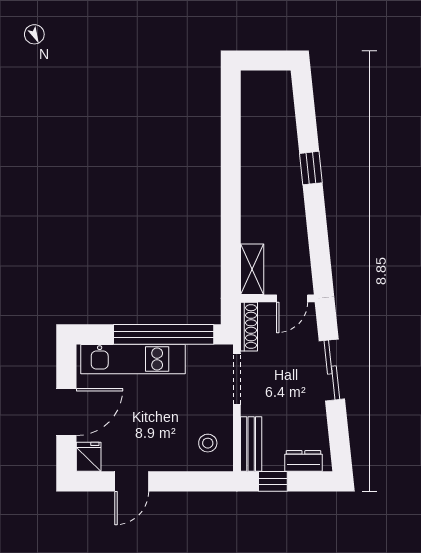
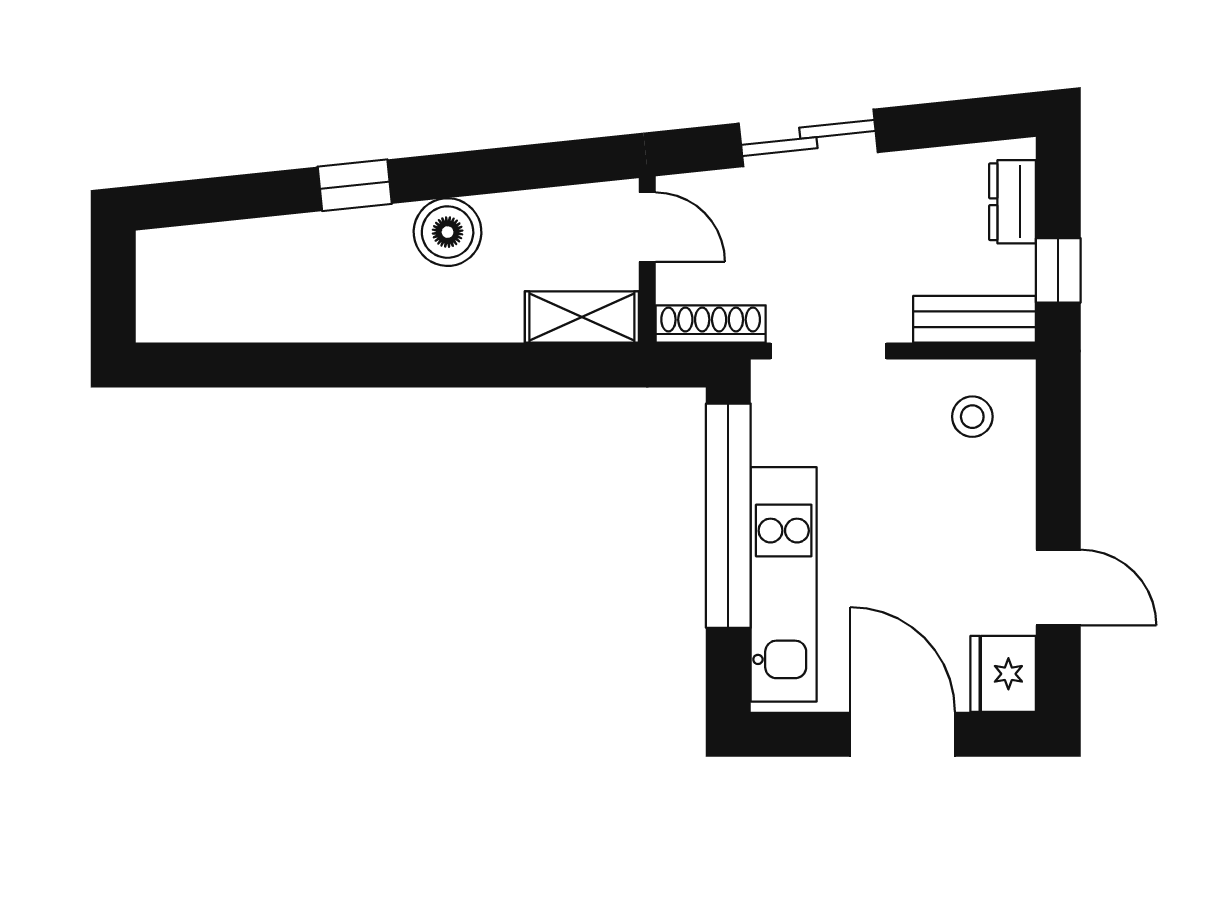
boiler: (290, 209) -> (448, 232), added
fridge: (89, 457) -> (1003, 674), width x1.38

